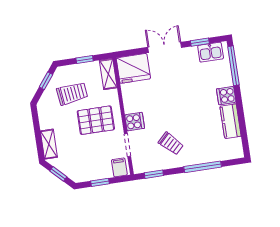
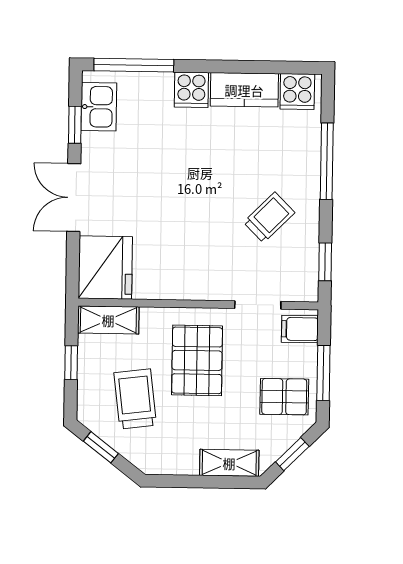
cooker: (135, 122) -> (297, 92), moved, turned 180
pallet: (85, 165) -> (284, 397), added
window: (100, 182) -> (323, 373), width x1.50

